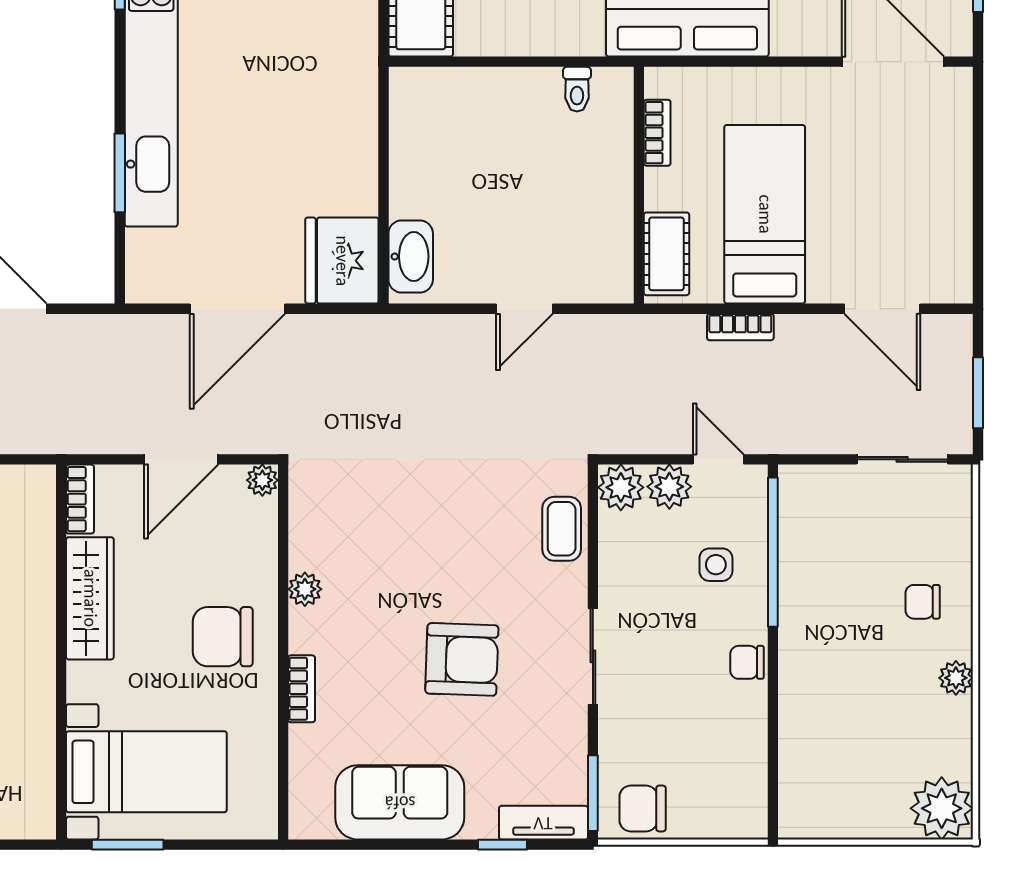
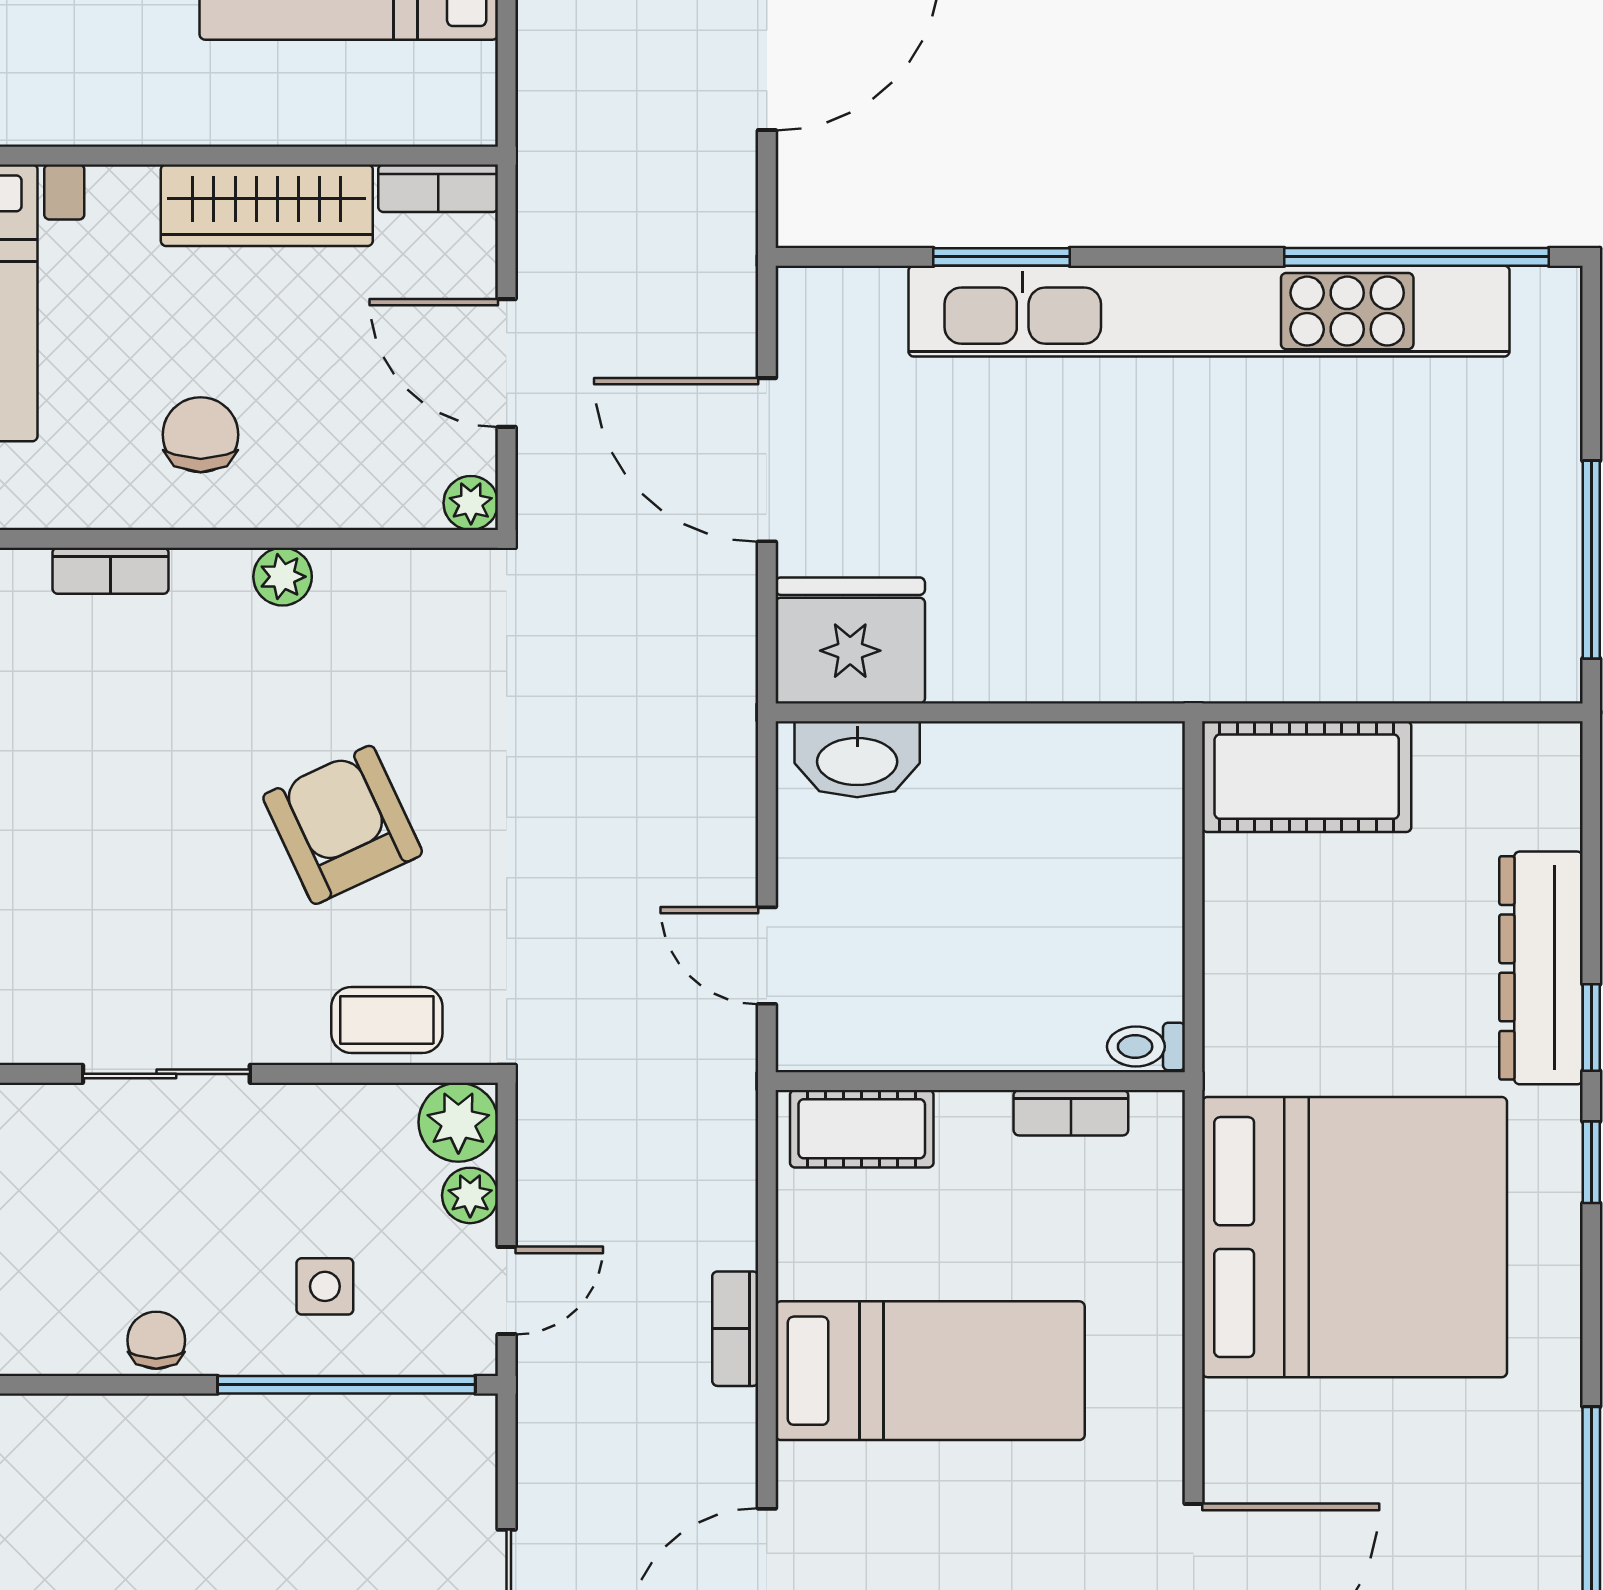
bookcase: (657, 133) -> (1071, 1113), moved
wall: (639, 185) -> (980, 1081), moved
cot: (666, 254) -> (862, 1129), moved
plant: (669, 487) -> (470, 1195), width x0.73, depth x0.73
chair: (223, 637) -> (201, 435), width x0.73, depth x0.73
armchair: (462, 659) -> (343, 825), moved, turned 153

